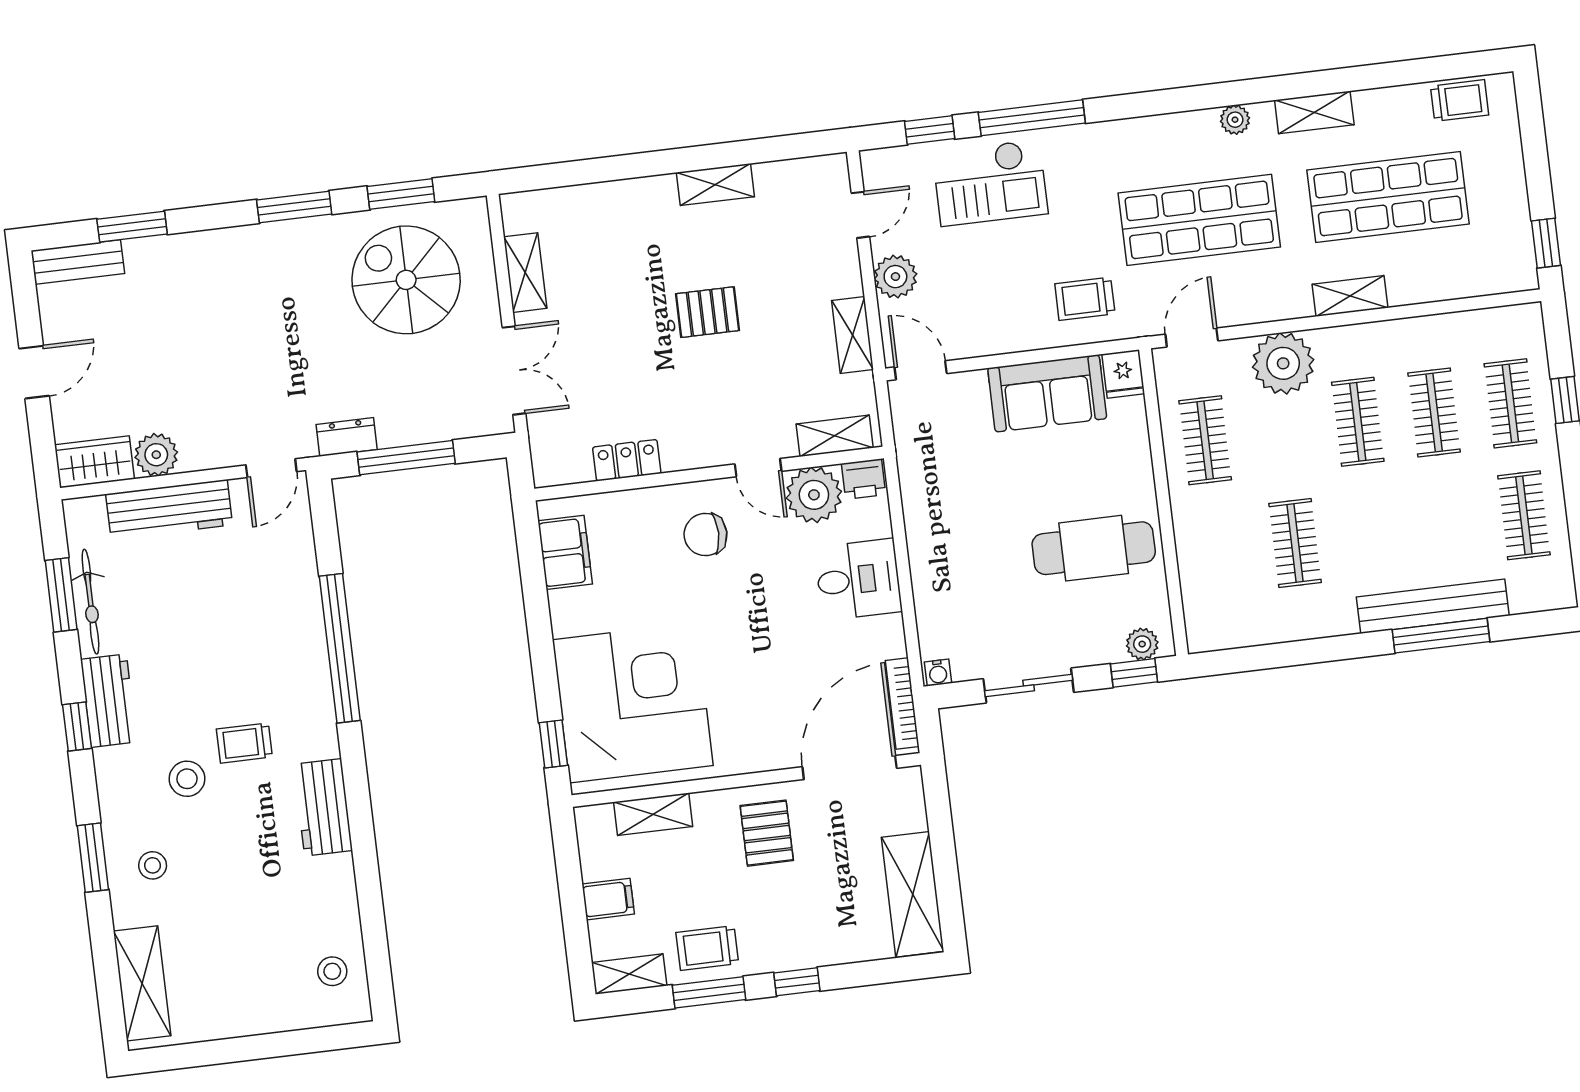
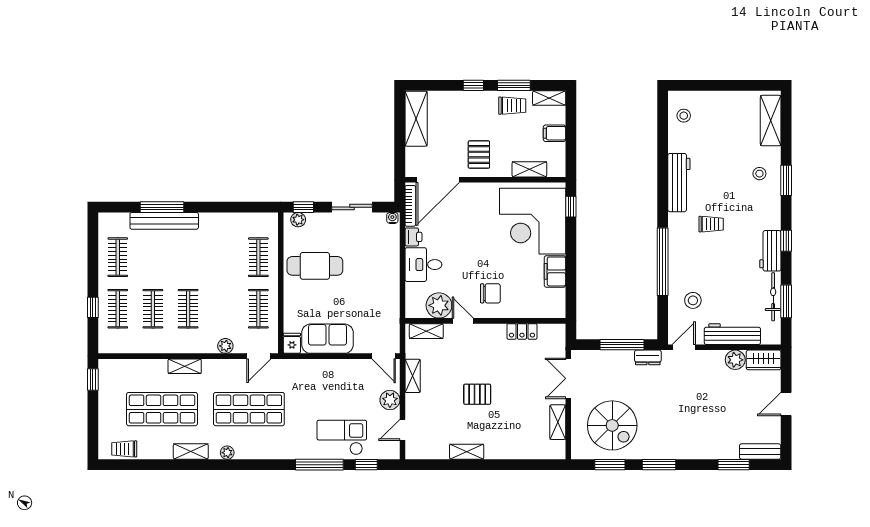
trolley: (1085, 299) -> (305, 380), removed
plant: (1283, 363) -> (225, 346), width x0.53, depth x0.53
printer: (864, 479) -> (413, 237), moved, turned 90
clothes rail: (1295, 543) -> (258, 257), moved
filing cabinet: (565, 552) -> (555, 271), moved
stool: (187, 779) -> (693, 300), moved
workbench: (323, 807) -> (679, 183), width x1.38

